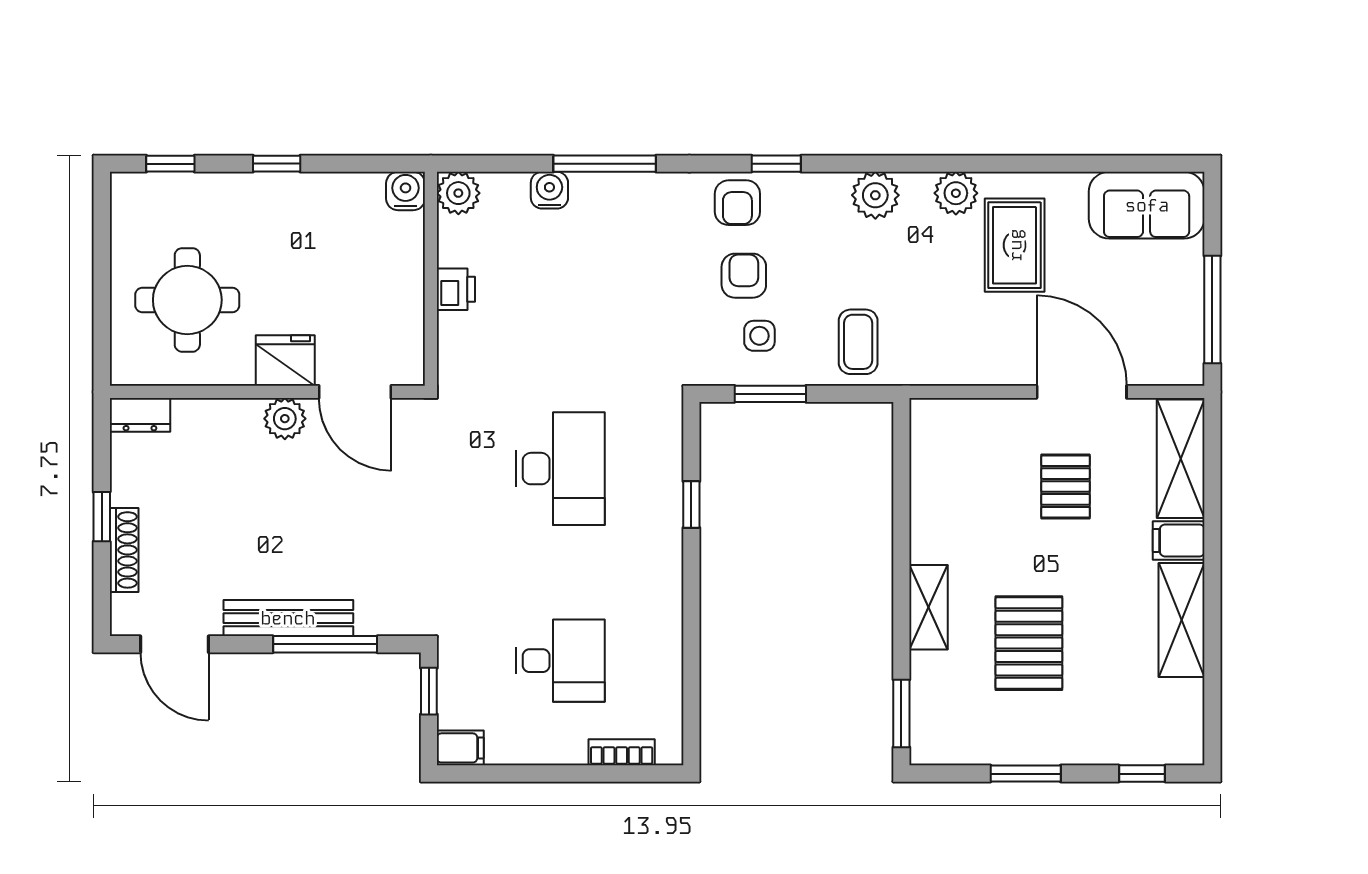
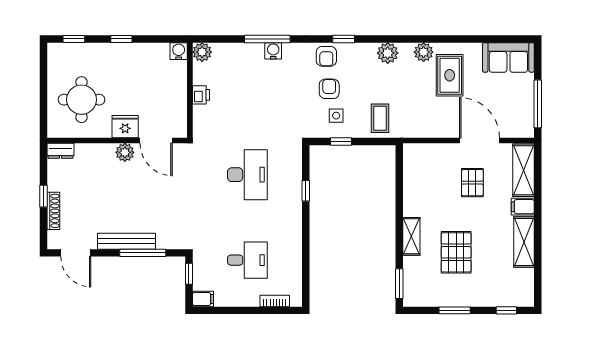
water cooler: (549, 190) -> (273, 51), moved
window: (770, 394) -> (341, 141), width x0.67

